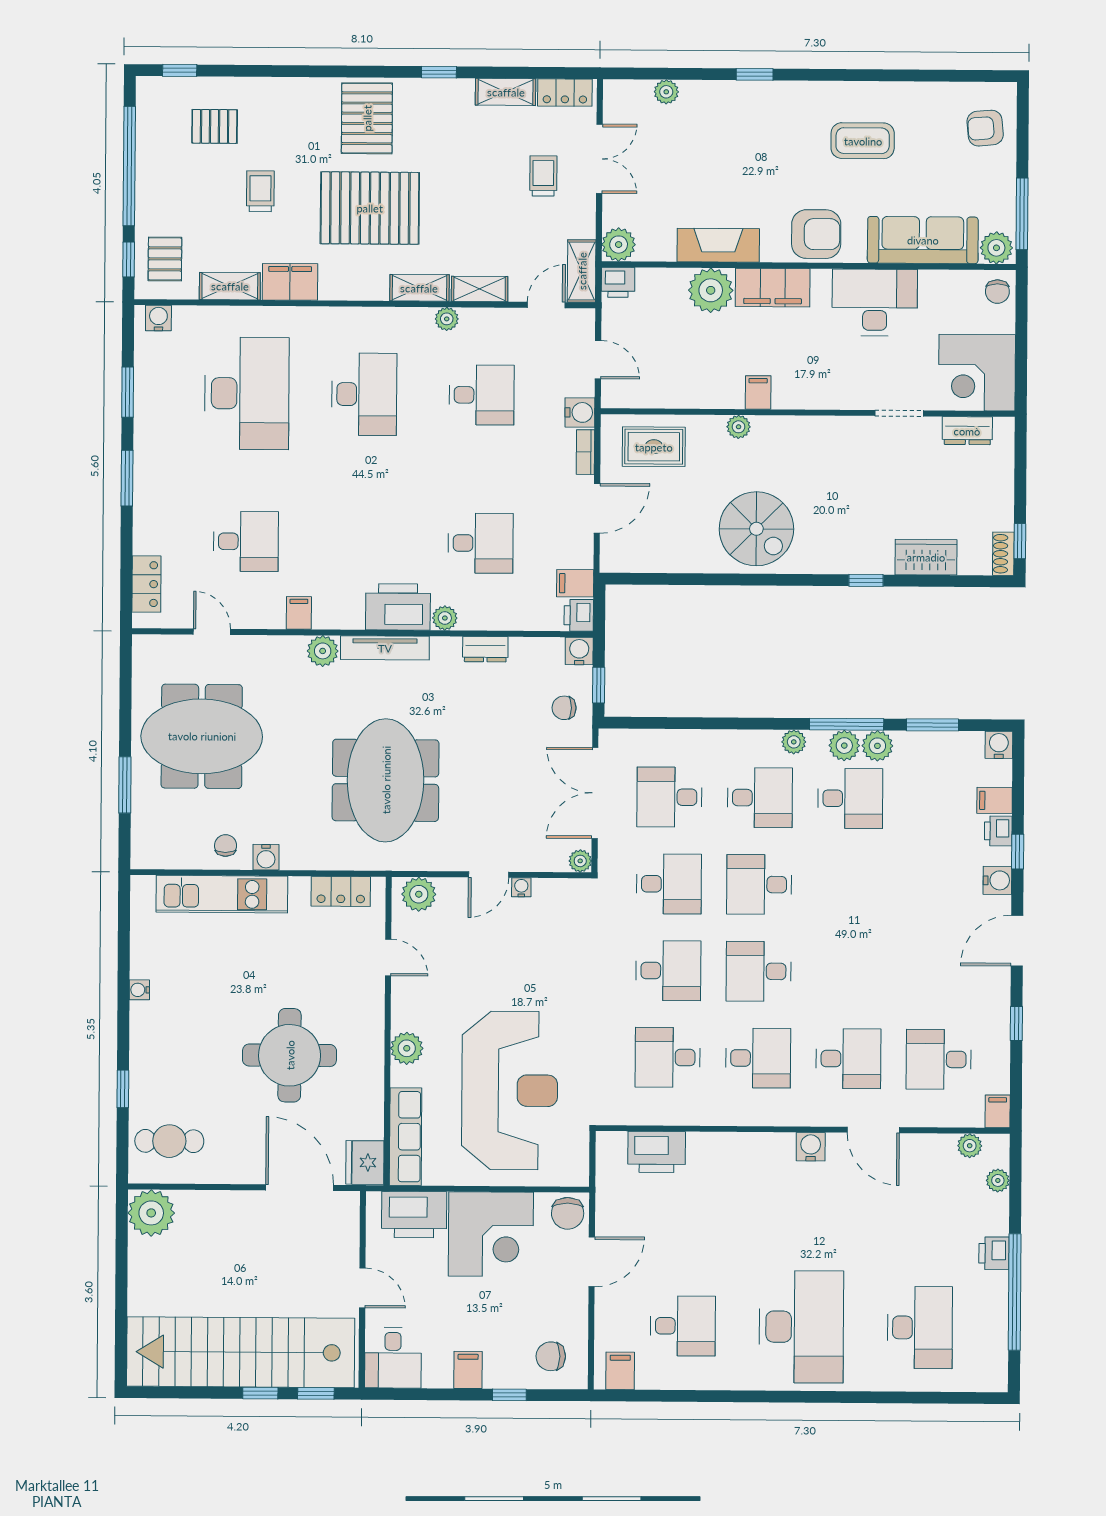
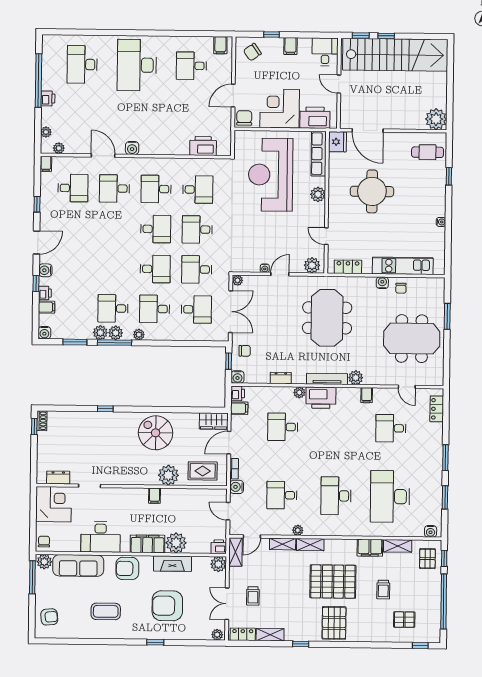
plant: (666, 92) -> (217, 635), moved
armchair: (729, 154) -> (167, 606), added
plant: (739, 427) -> (168, 475), width x1.88, depth x1.88
wardrobe: (926, 557) -> (214, 421), moved
chair: (551, 1356) -> (252, 52), turned 145

